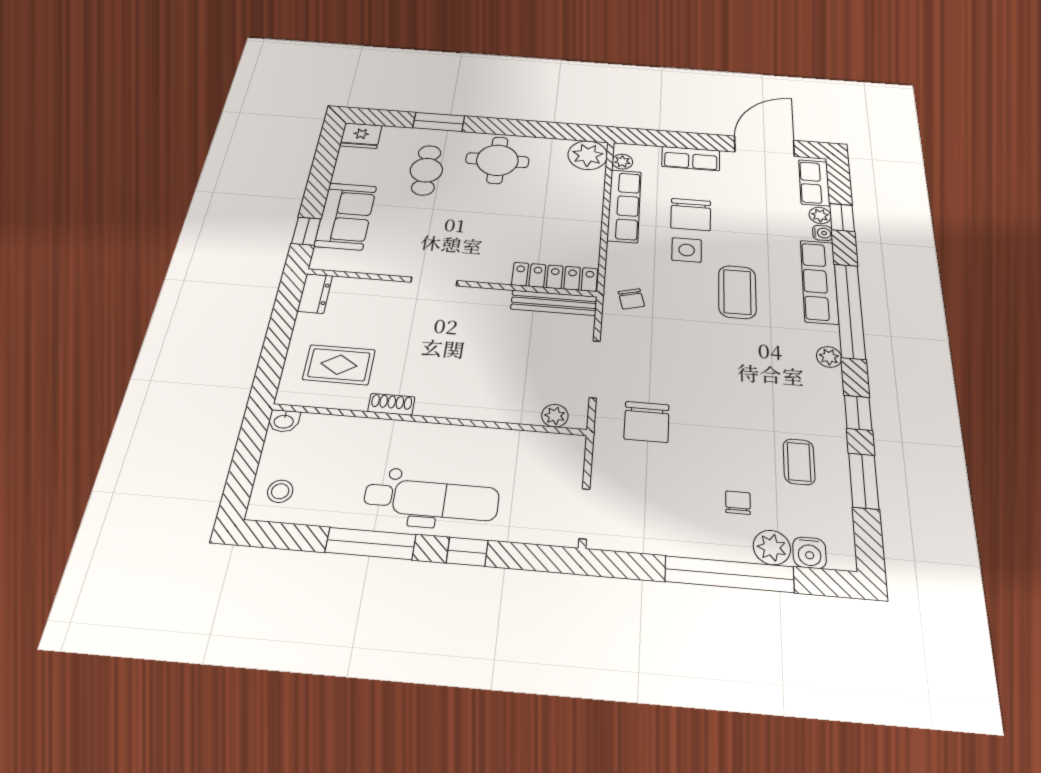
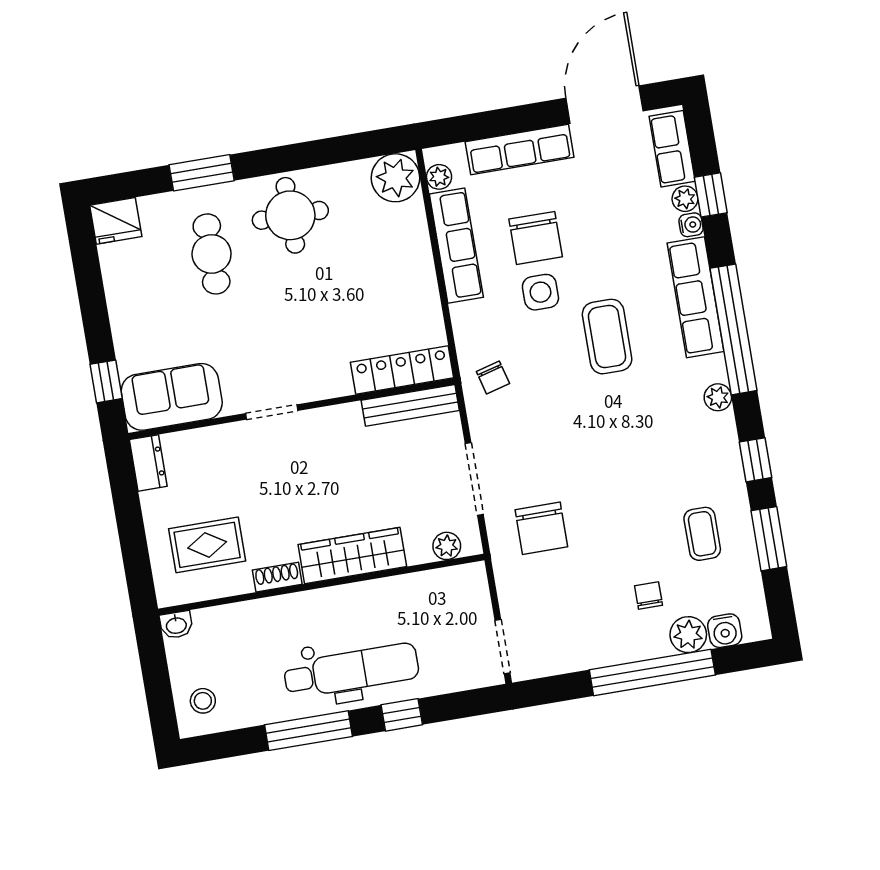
row of seats: (691, 159) -> (520, 150), width x1.48
sofa: (346, 216) -> (172, 397), moved, turned -90
wardrobe: (466, 403) -> (352, 556), added

